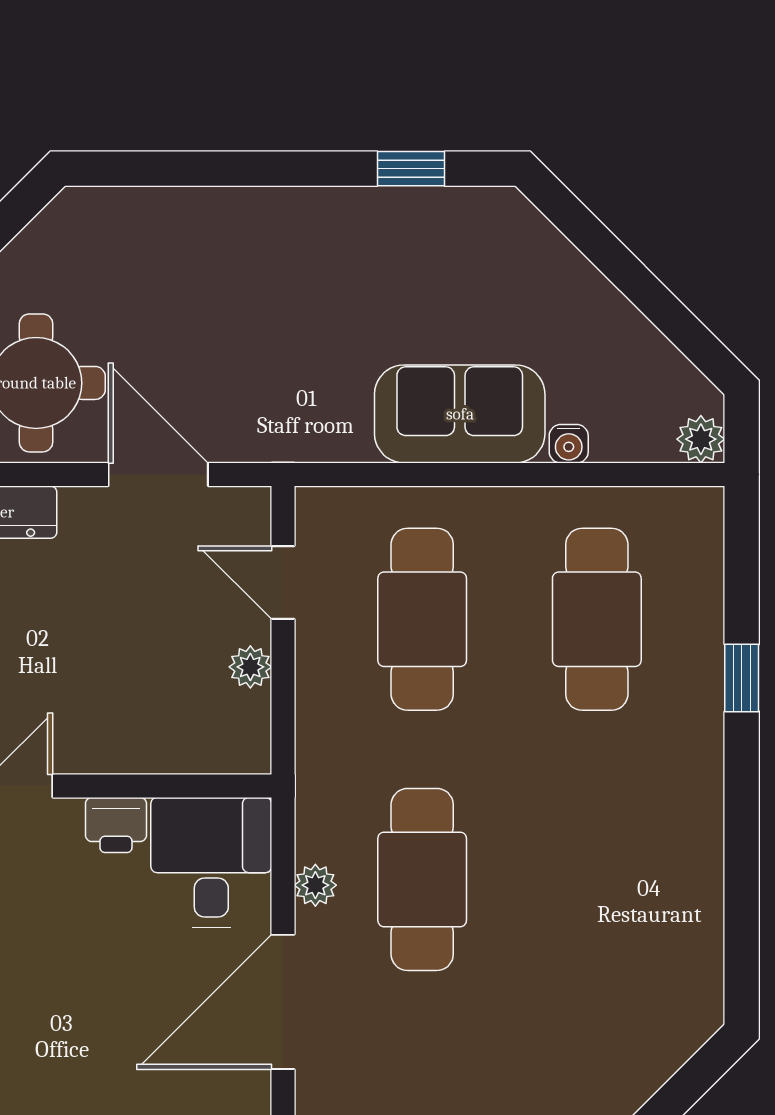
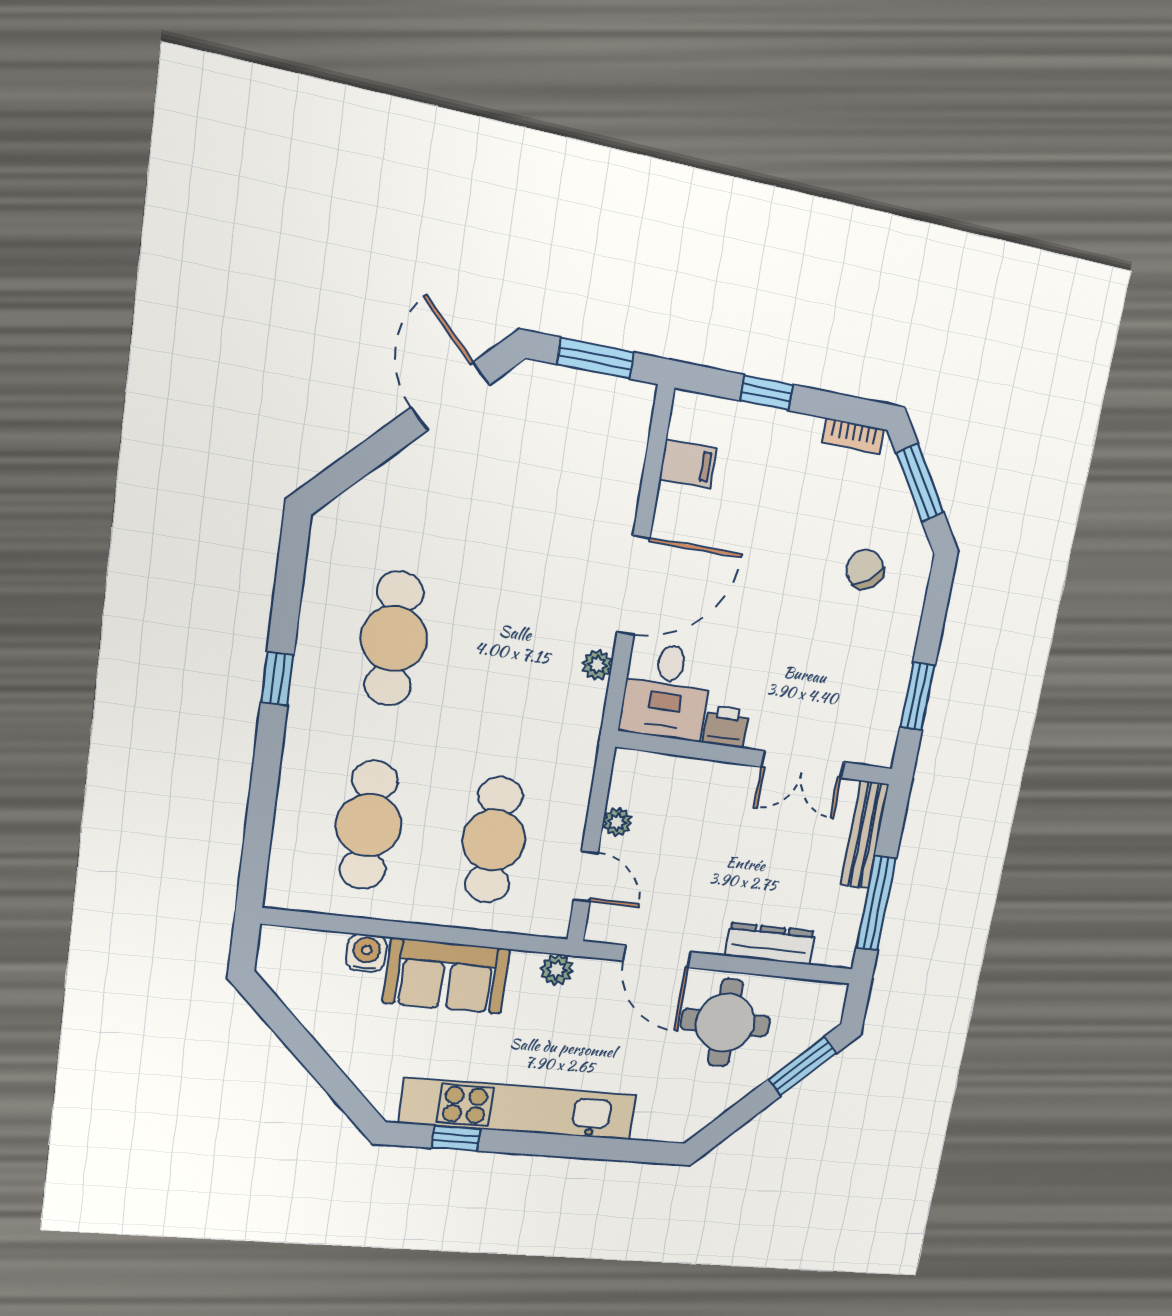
kitchen unit: (326, 221) -> (519, 1109), added
plant: (701, 439) -> (557, 970), moved
water cooler: (569, 444) -> (366, 953), width x1.38, depth x1.38
window: (742, 678) -> (277, 679), moved
cafe table: (422, 879) -> (394, 639), moved

